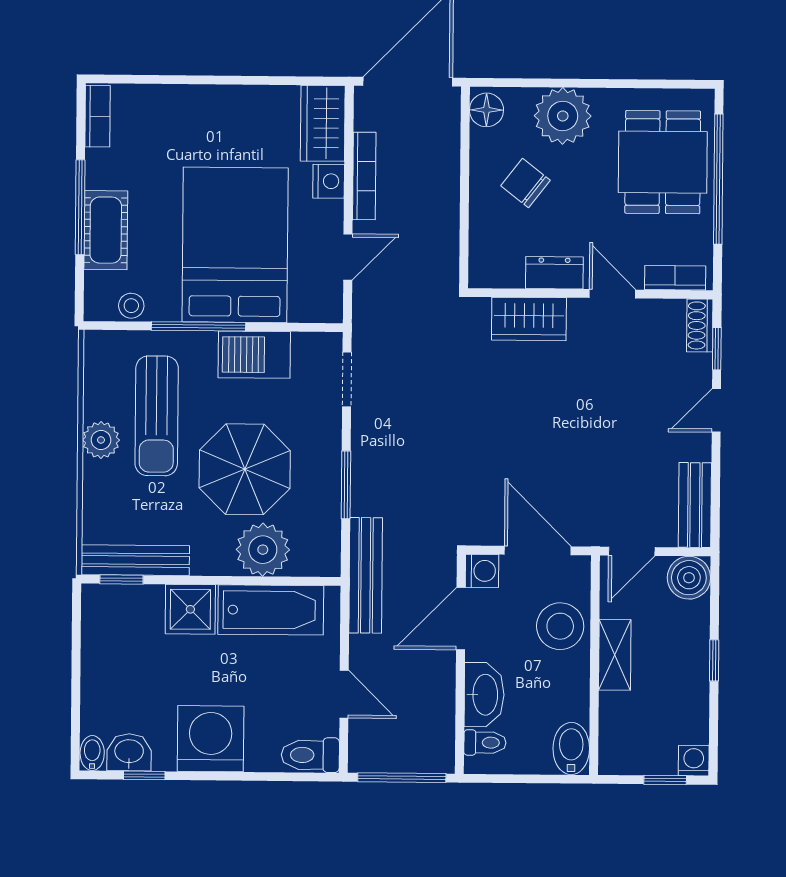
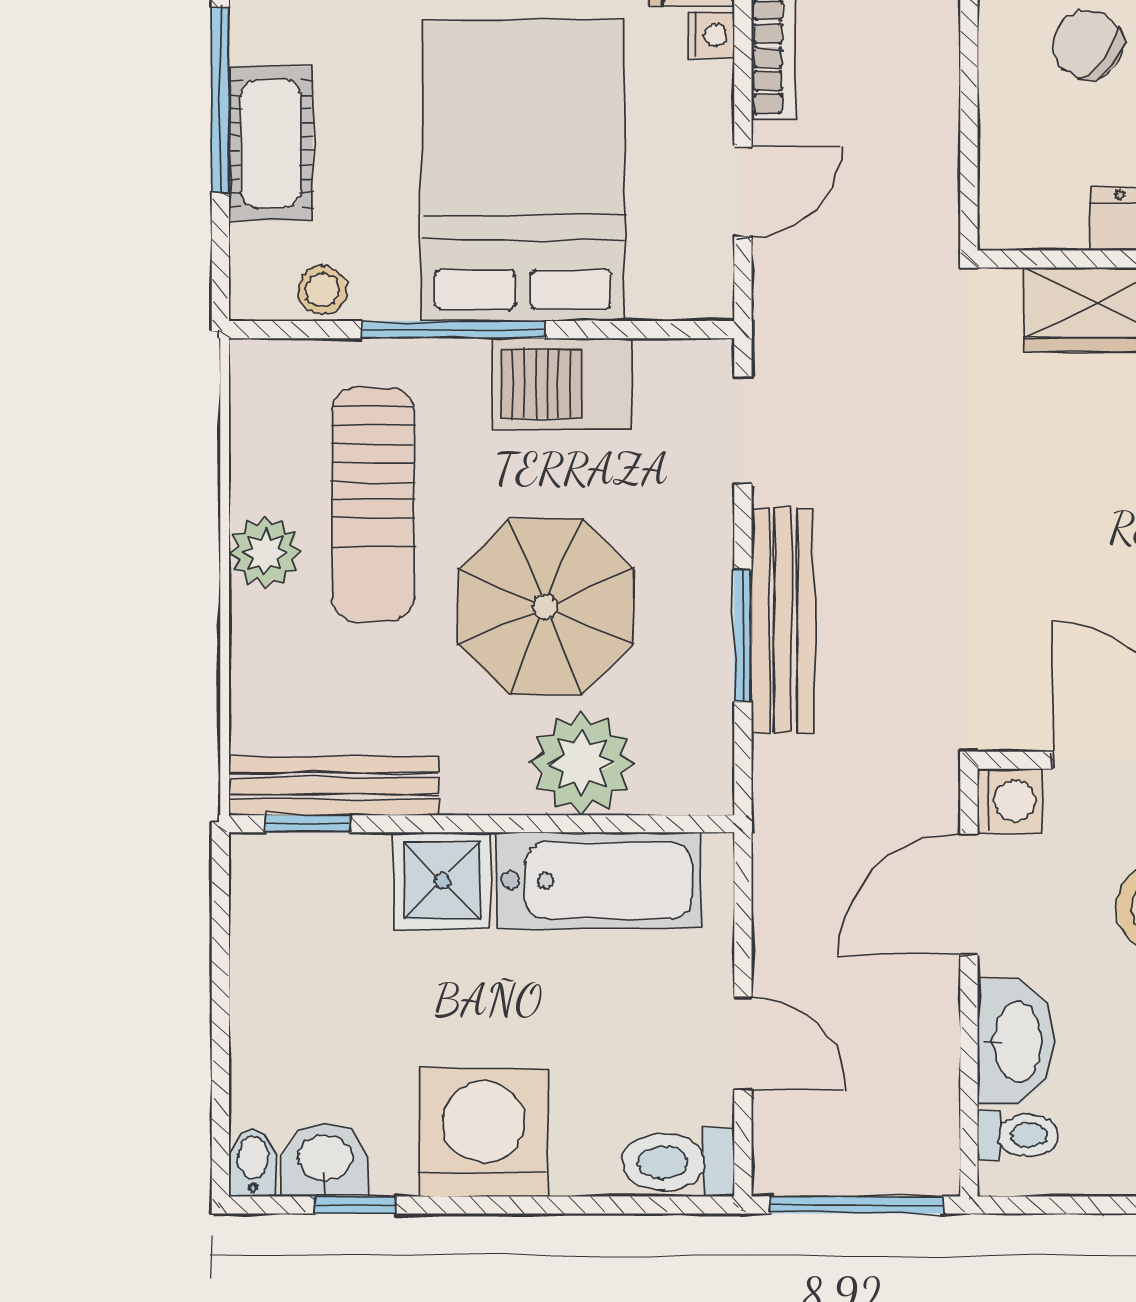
nightstand: (329, 181) -> (712, 35), width x0.72, depth x0.74
bench: (366, 575) -> (783, 621), moved

